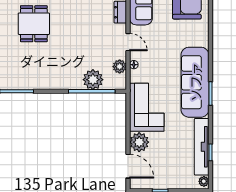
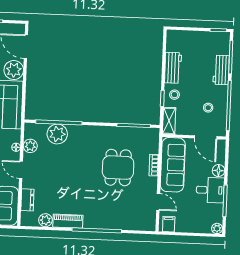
dining table: (34, 24) -> (118, 168), moved

